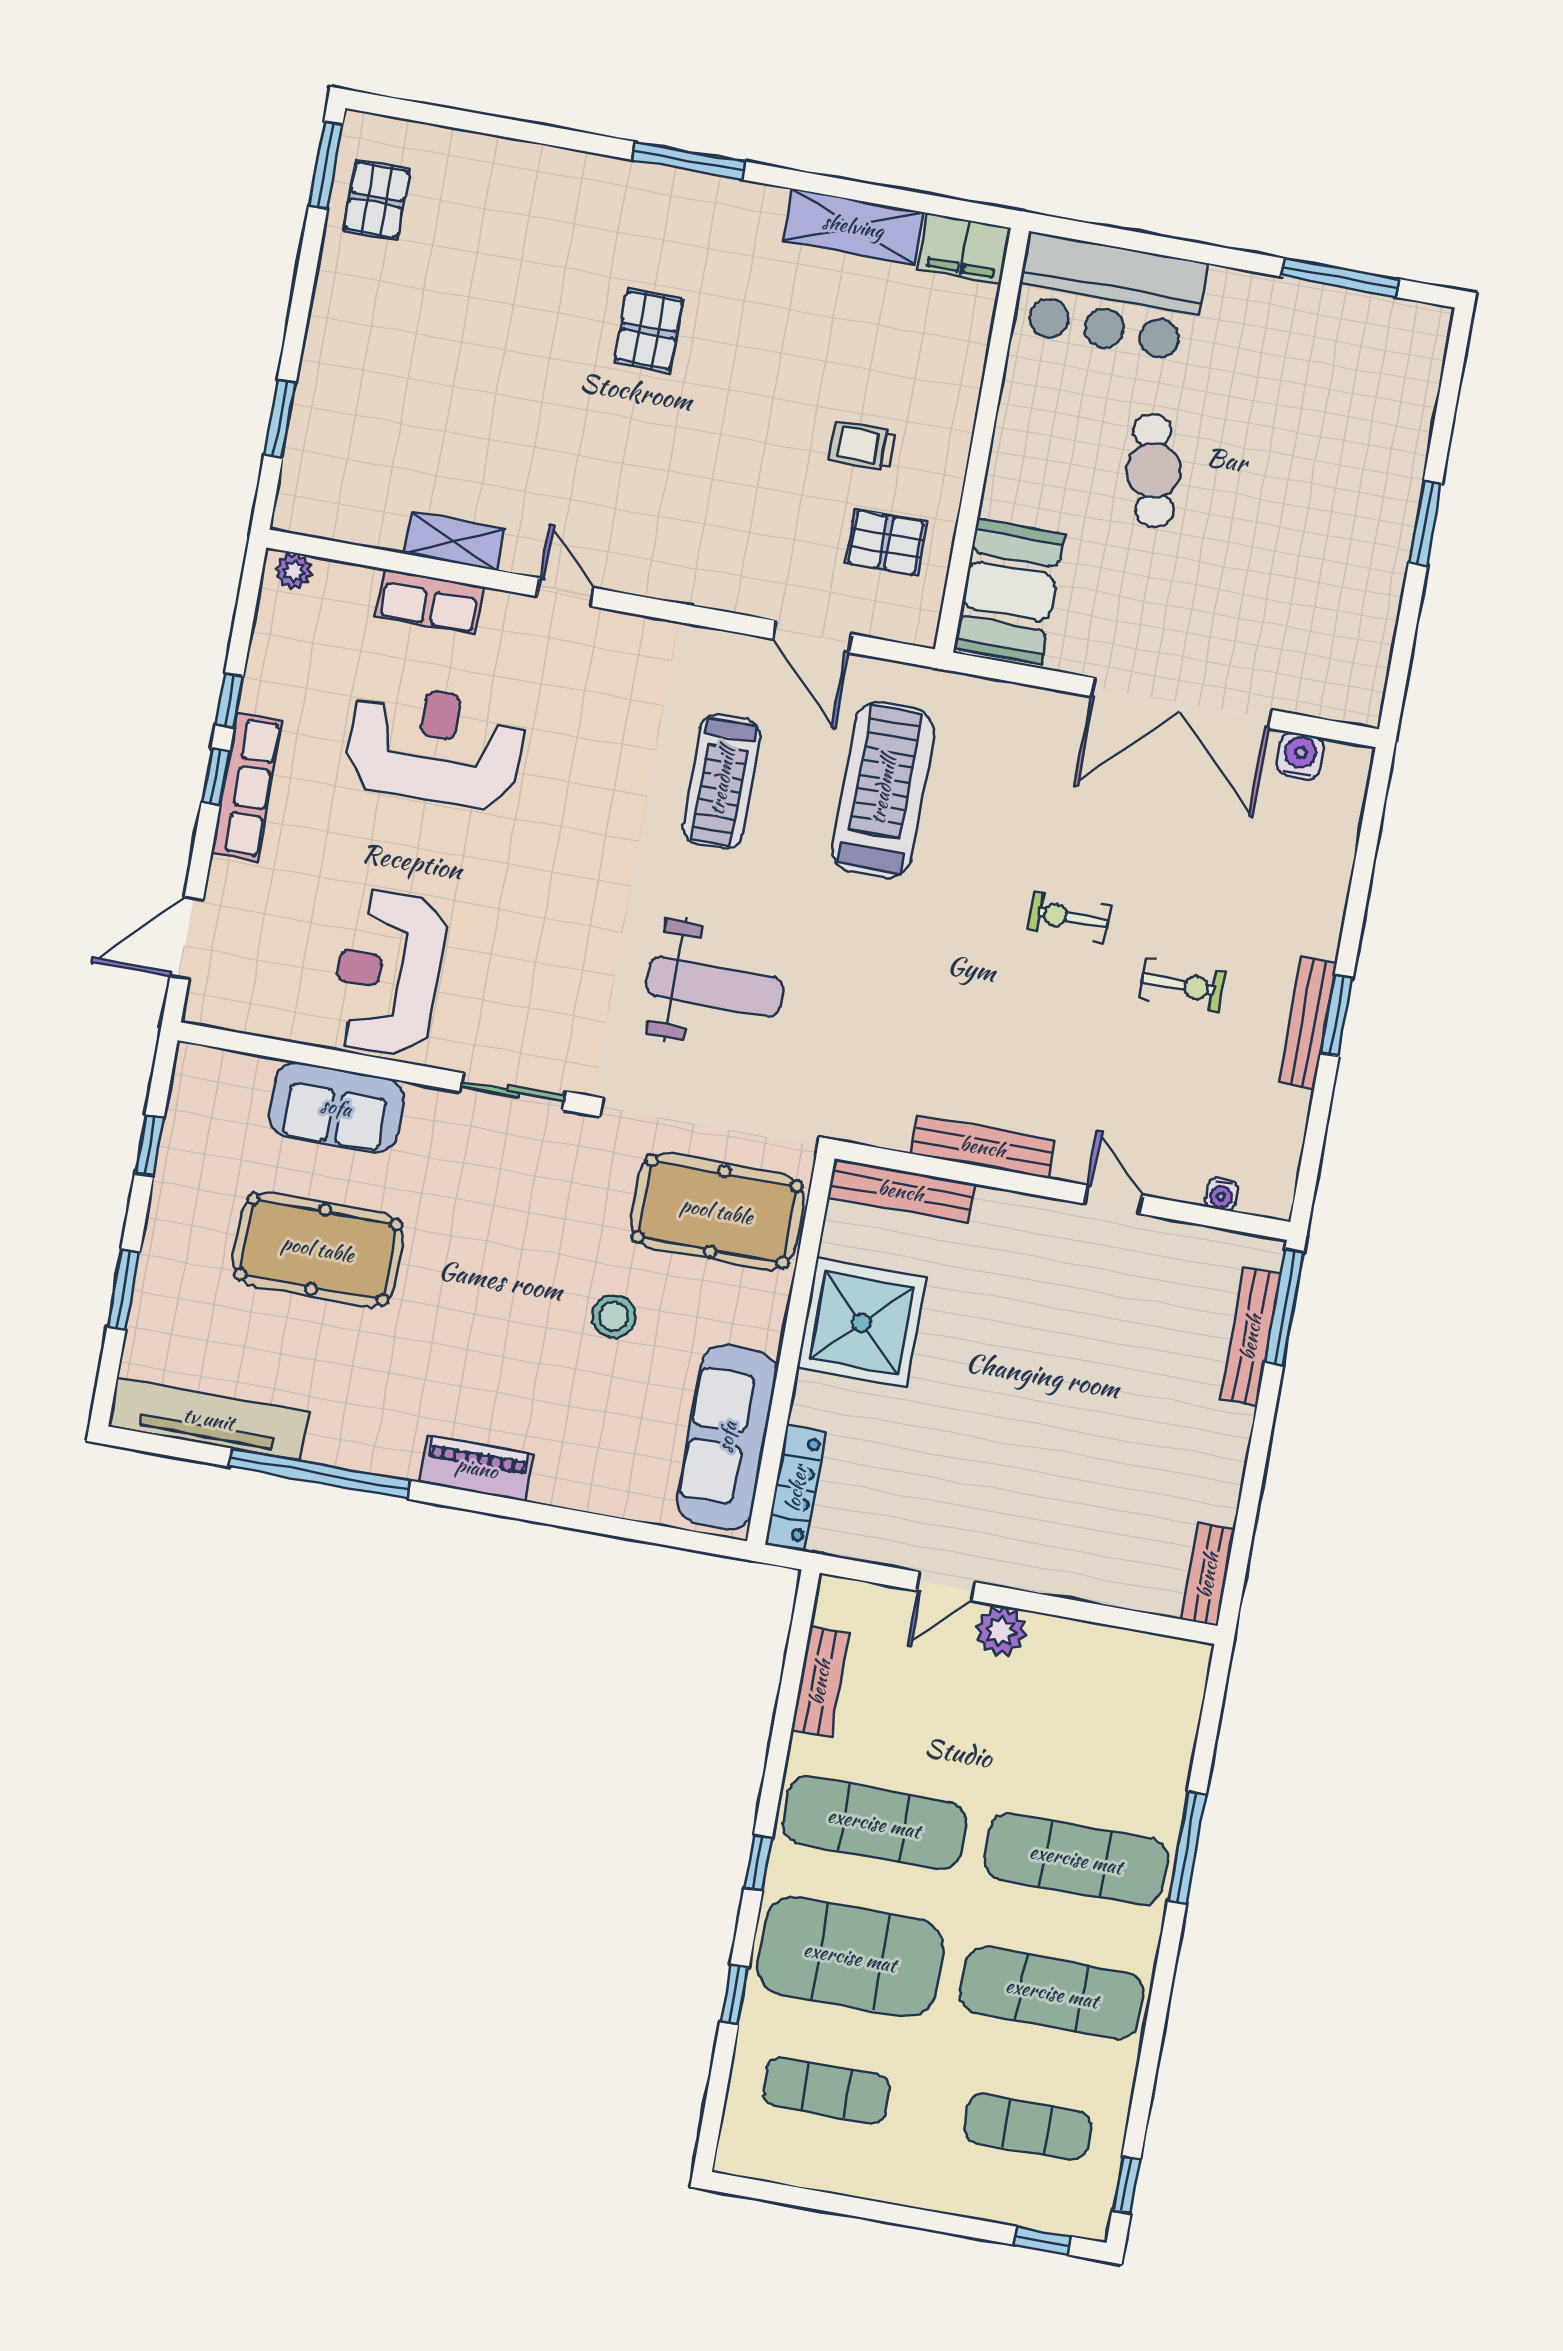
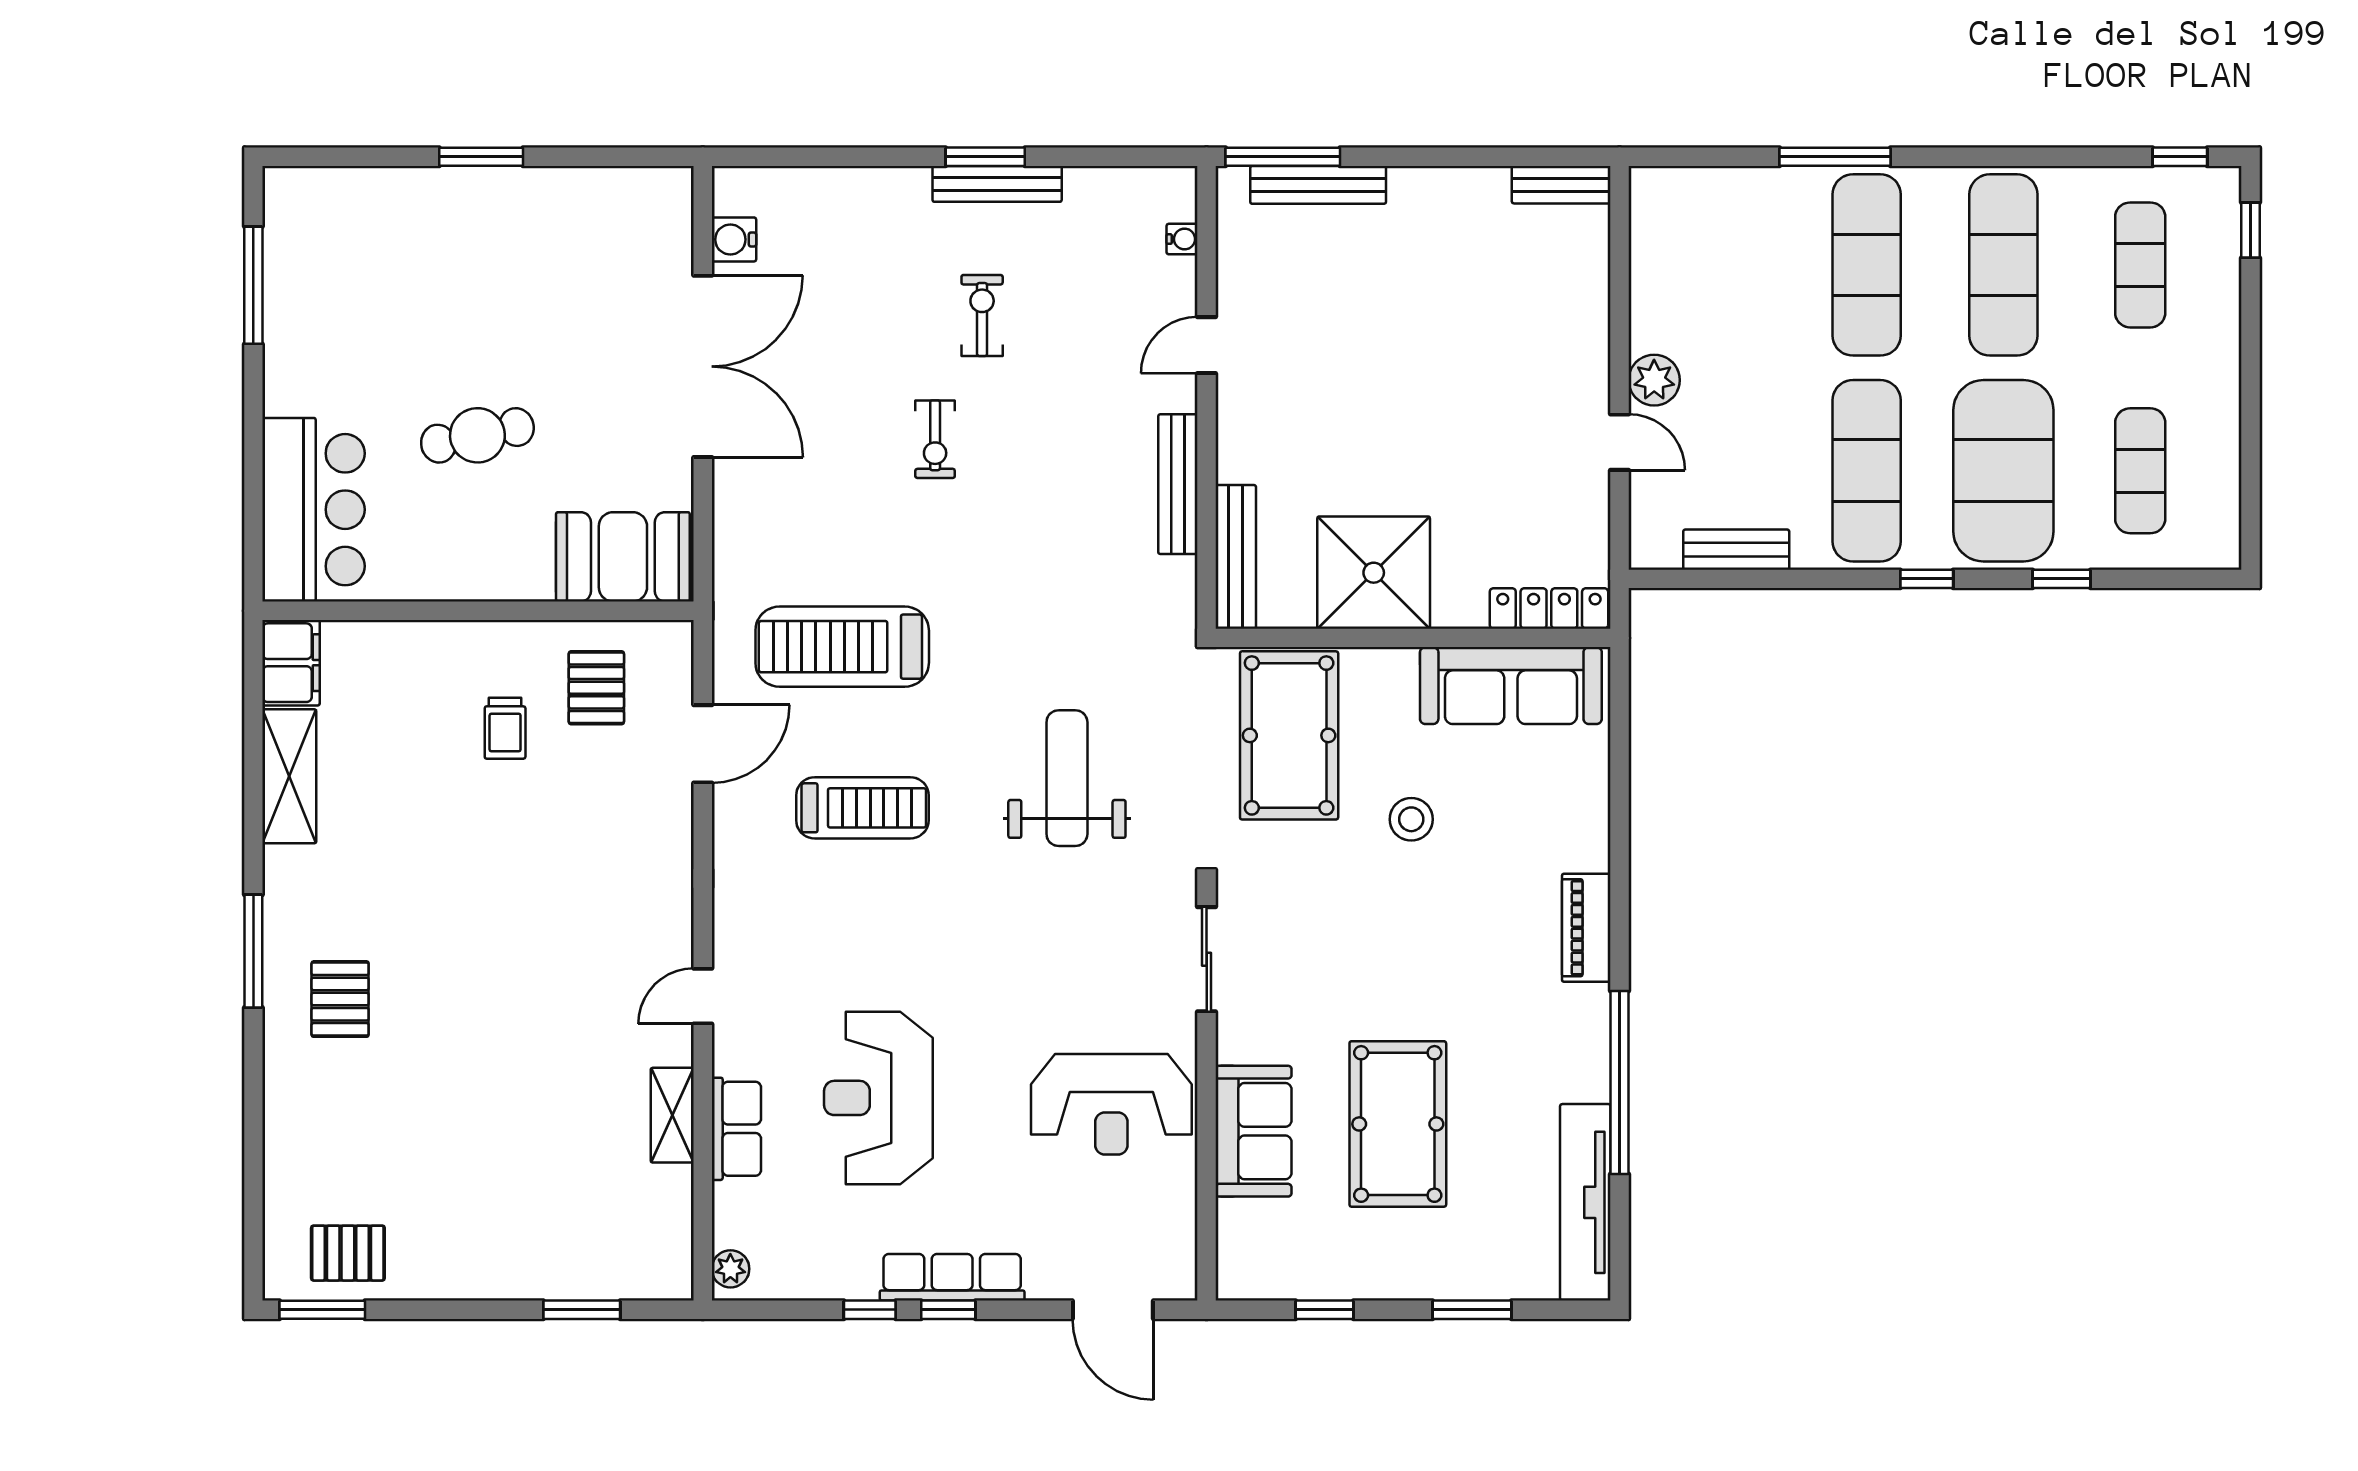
pallet: (649, 331) -> (340, 999), moved, turned 90

